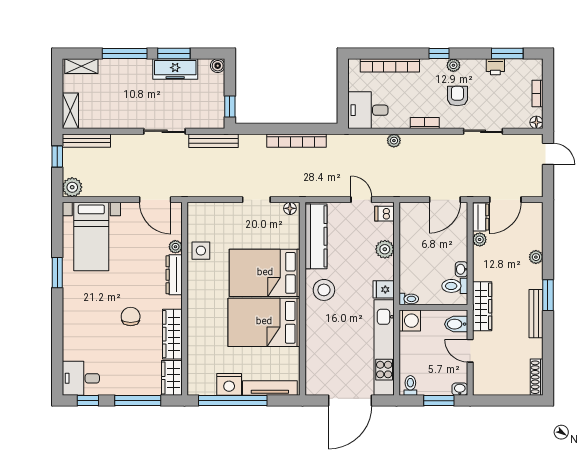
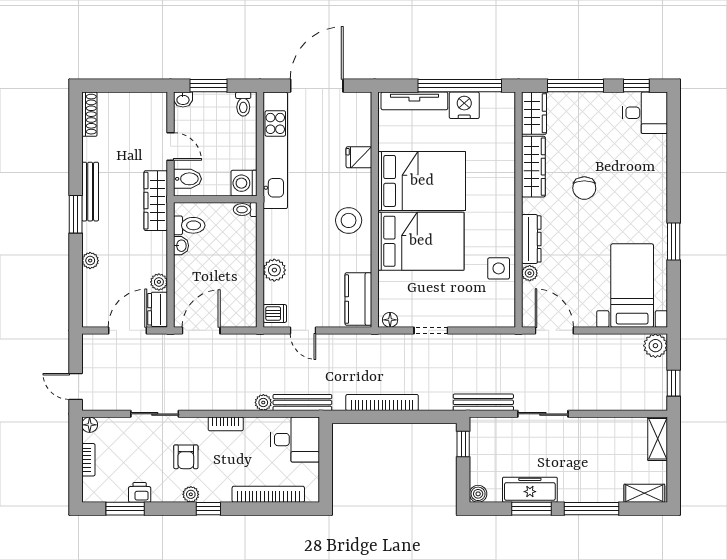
bench: (86, 141) -> (302, 403), moved
kitchen counter: (316, 236) -> (358, 299), width x0.67
fridge: (384, 289) -> (359, 157), moved, turned 180

